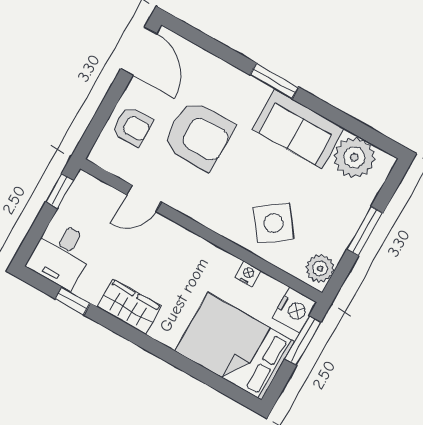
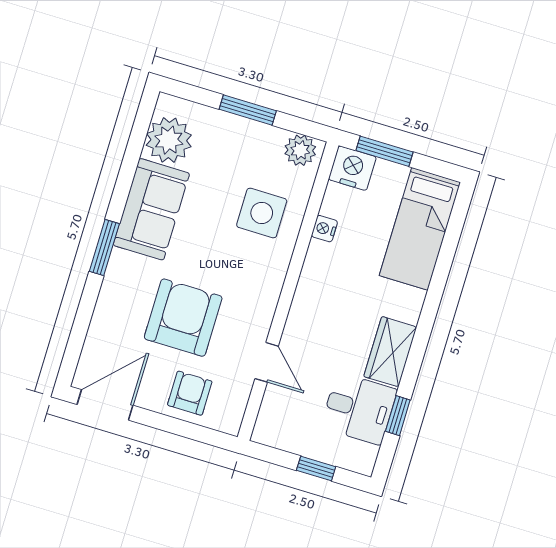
window: (60, 191) -> (316, 469), moved
side table: (273, 223) -> (262, 213), turned 36
desk: (61, 254) -> (359, 409), moved
bed: (235, 346) -> (420, 229), width x0.67

